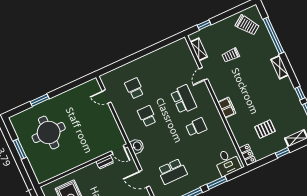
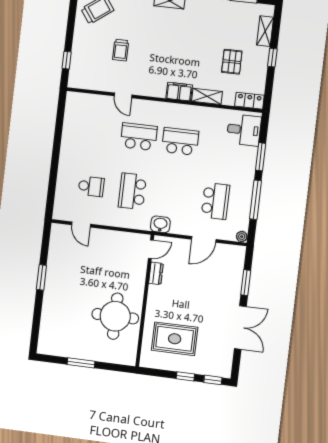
shelving: (199, 49) -> (207, 96), moved
school desk: (134, 88) -> (91, 186), turned 180
door: (107, 97) -> (81, 224), hinge flipped
window: (40, 100) -> (41, 277), moved
school desk: (147, 116) -> (132, 191), width x1.85
school desk: (196, 127) -> (180, 141), width x1.85
round table: (49, 133) -> (115, 316), moved

